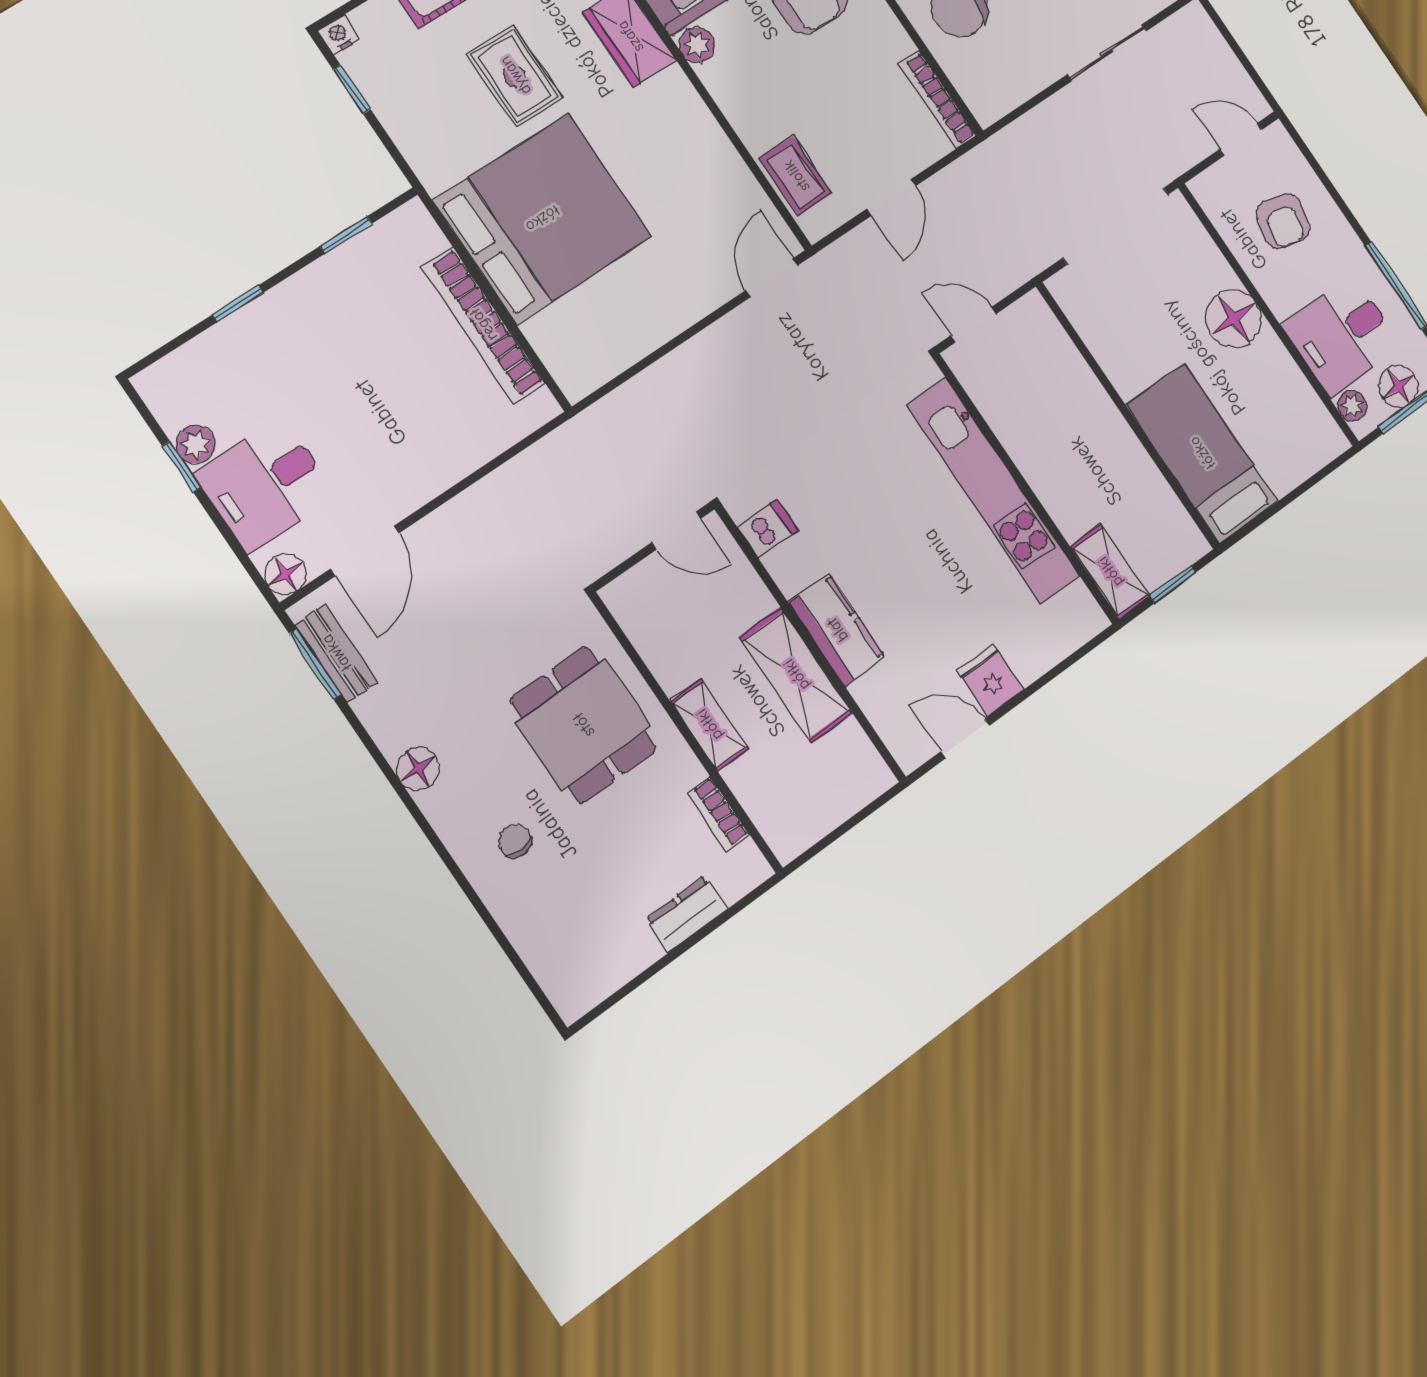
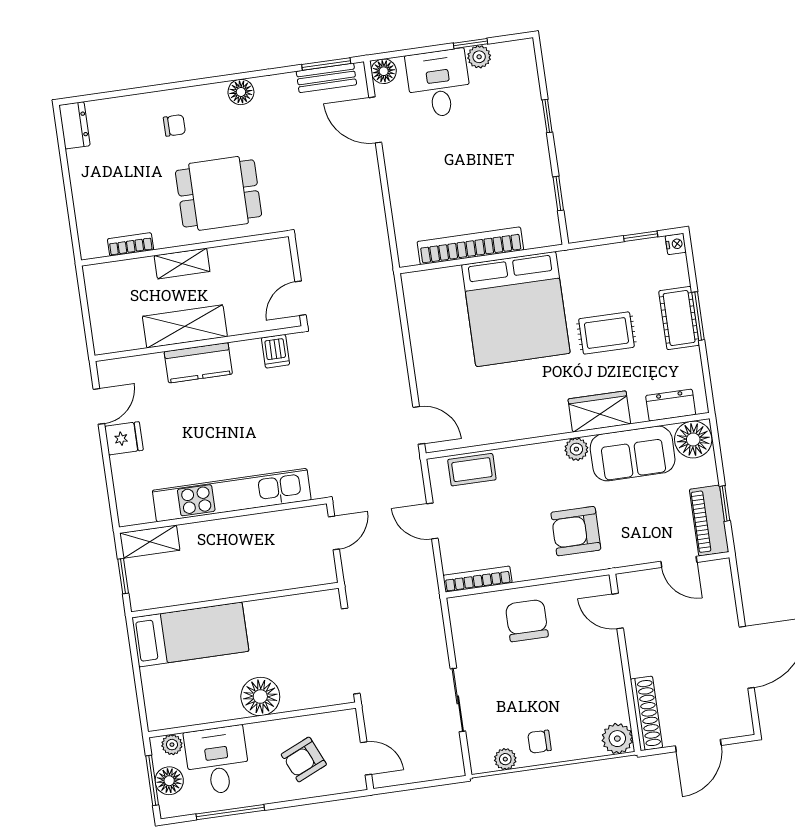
door: (1241, 139) -> (366, 758), hinge flipped
armchair: (1283, 221) -> (304, 759), turned -37
dresser: (687, 914) -> (74, 125), moved

